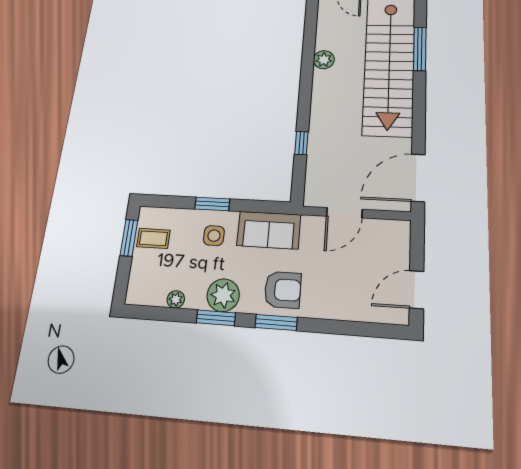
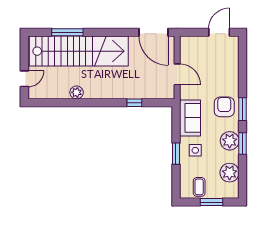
window: (129, 238) -> (211, 202), moved
door: (417, 290) -> (219, 32), swing flipped
plant: (176, 299) -> (230, 173), width x1.87, depth x1.87

